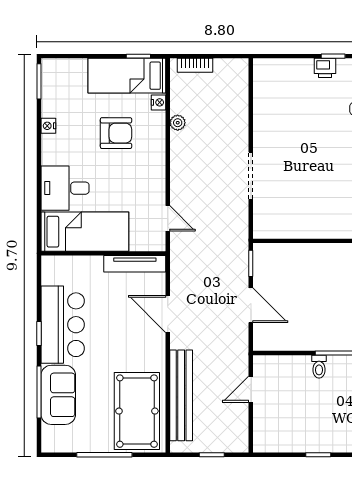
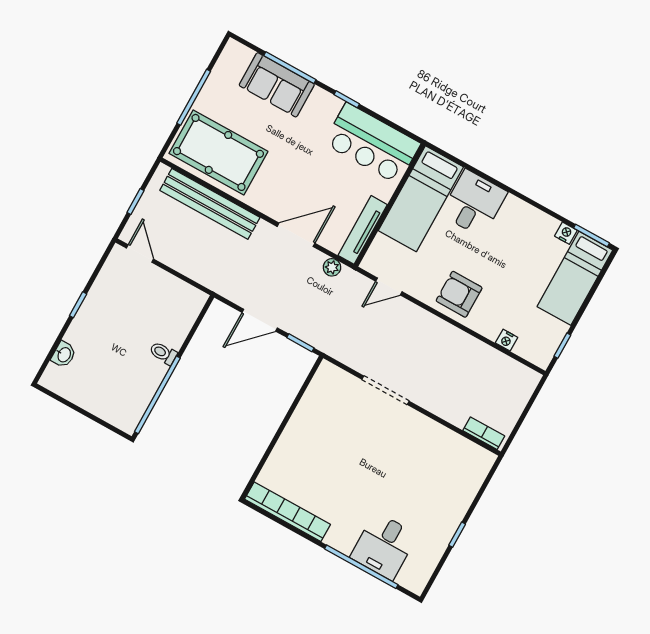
bookcase: (195, 65) -> (484, 433), moved, turned 90
printer: (325, 68) -> (450, 520), removed
bed: (127, 76) -> (575, 278), moved, turned 180
plant: (178, 123) -> (332, 267), moved
nightstand: (48, 126) -> (566, 233), moved
armchair: (116, 133) -> (459, 294), moved, turned 90
bar counter: (63, 325) -> (372, 143), moved
door: (251, 389) -> (140, 253), moved

